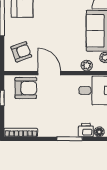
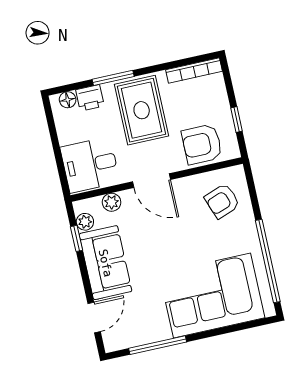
door: (49, 73) -> (151, 181), moved
rug: (57, 116) -> (142, 110), added

